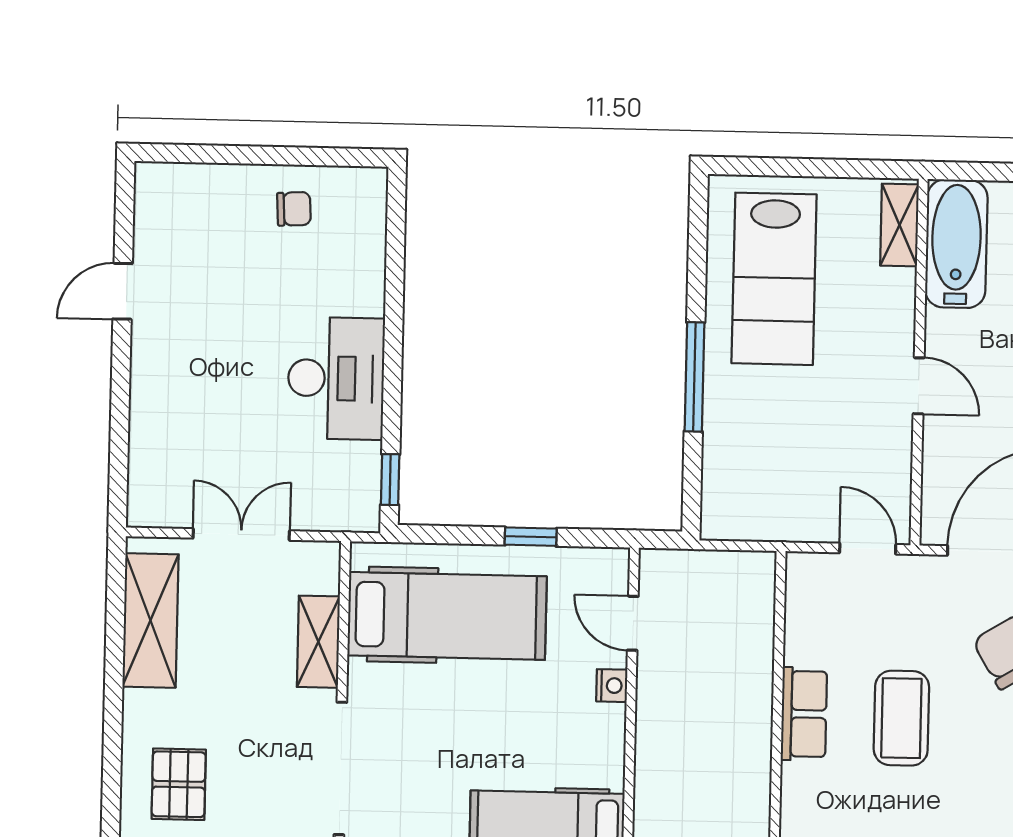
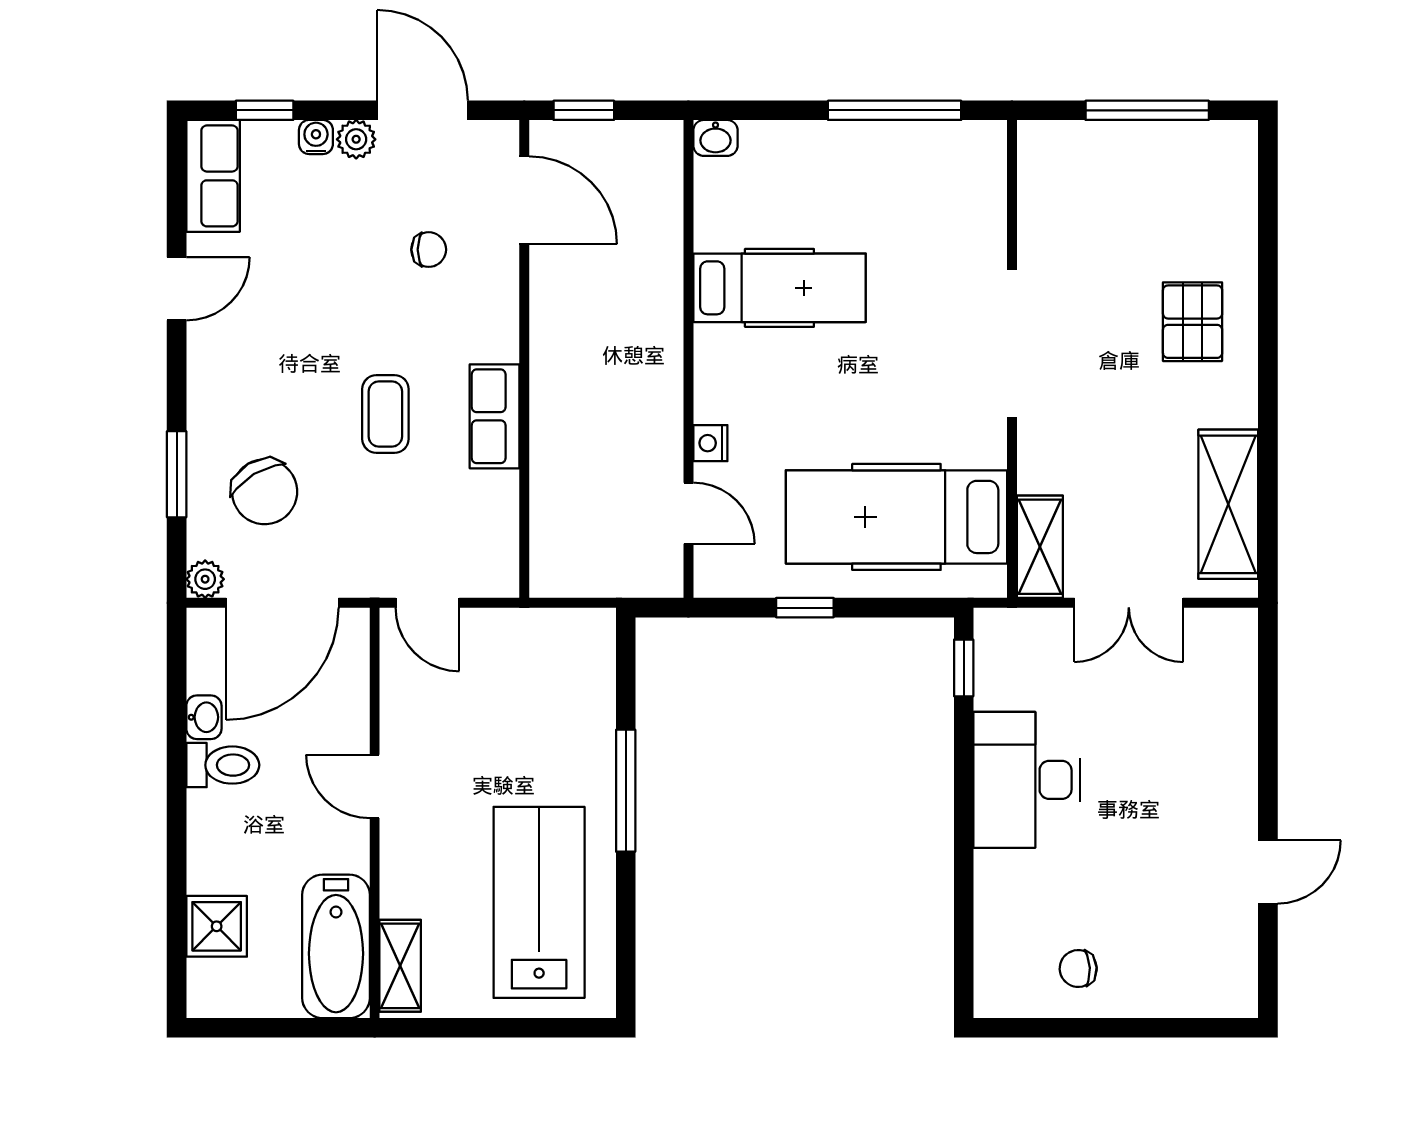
shelving: (318, 642) -> (1040, 547), moved
coffee table: (901, 718) -> (385, 414), width x0.73, depth x0.77

